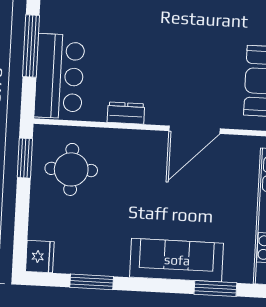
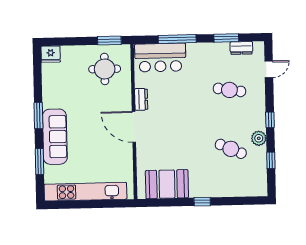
door: (195, 130) -> (134, 127), moved
window: (92, 282) -> (38, 115), moved

